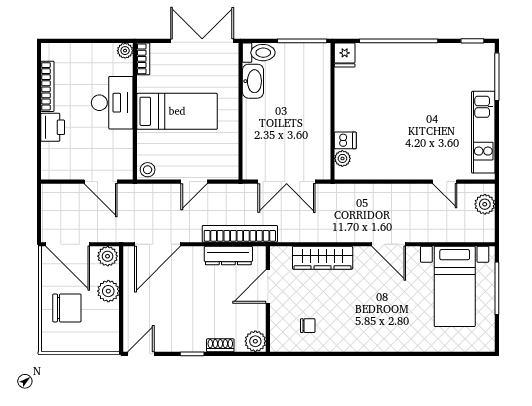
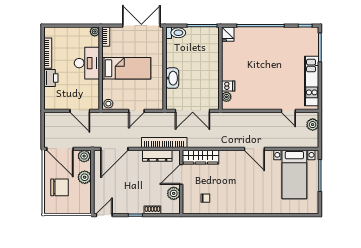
washbasin: (253, 81) -> (172, 78), moved
wardrobe: (323, 258) -> (201, 157), moved
plant: (255, 341) -> (174, 193), moved

